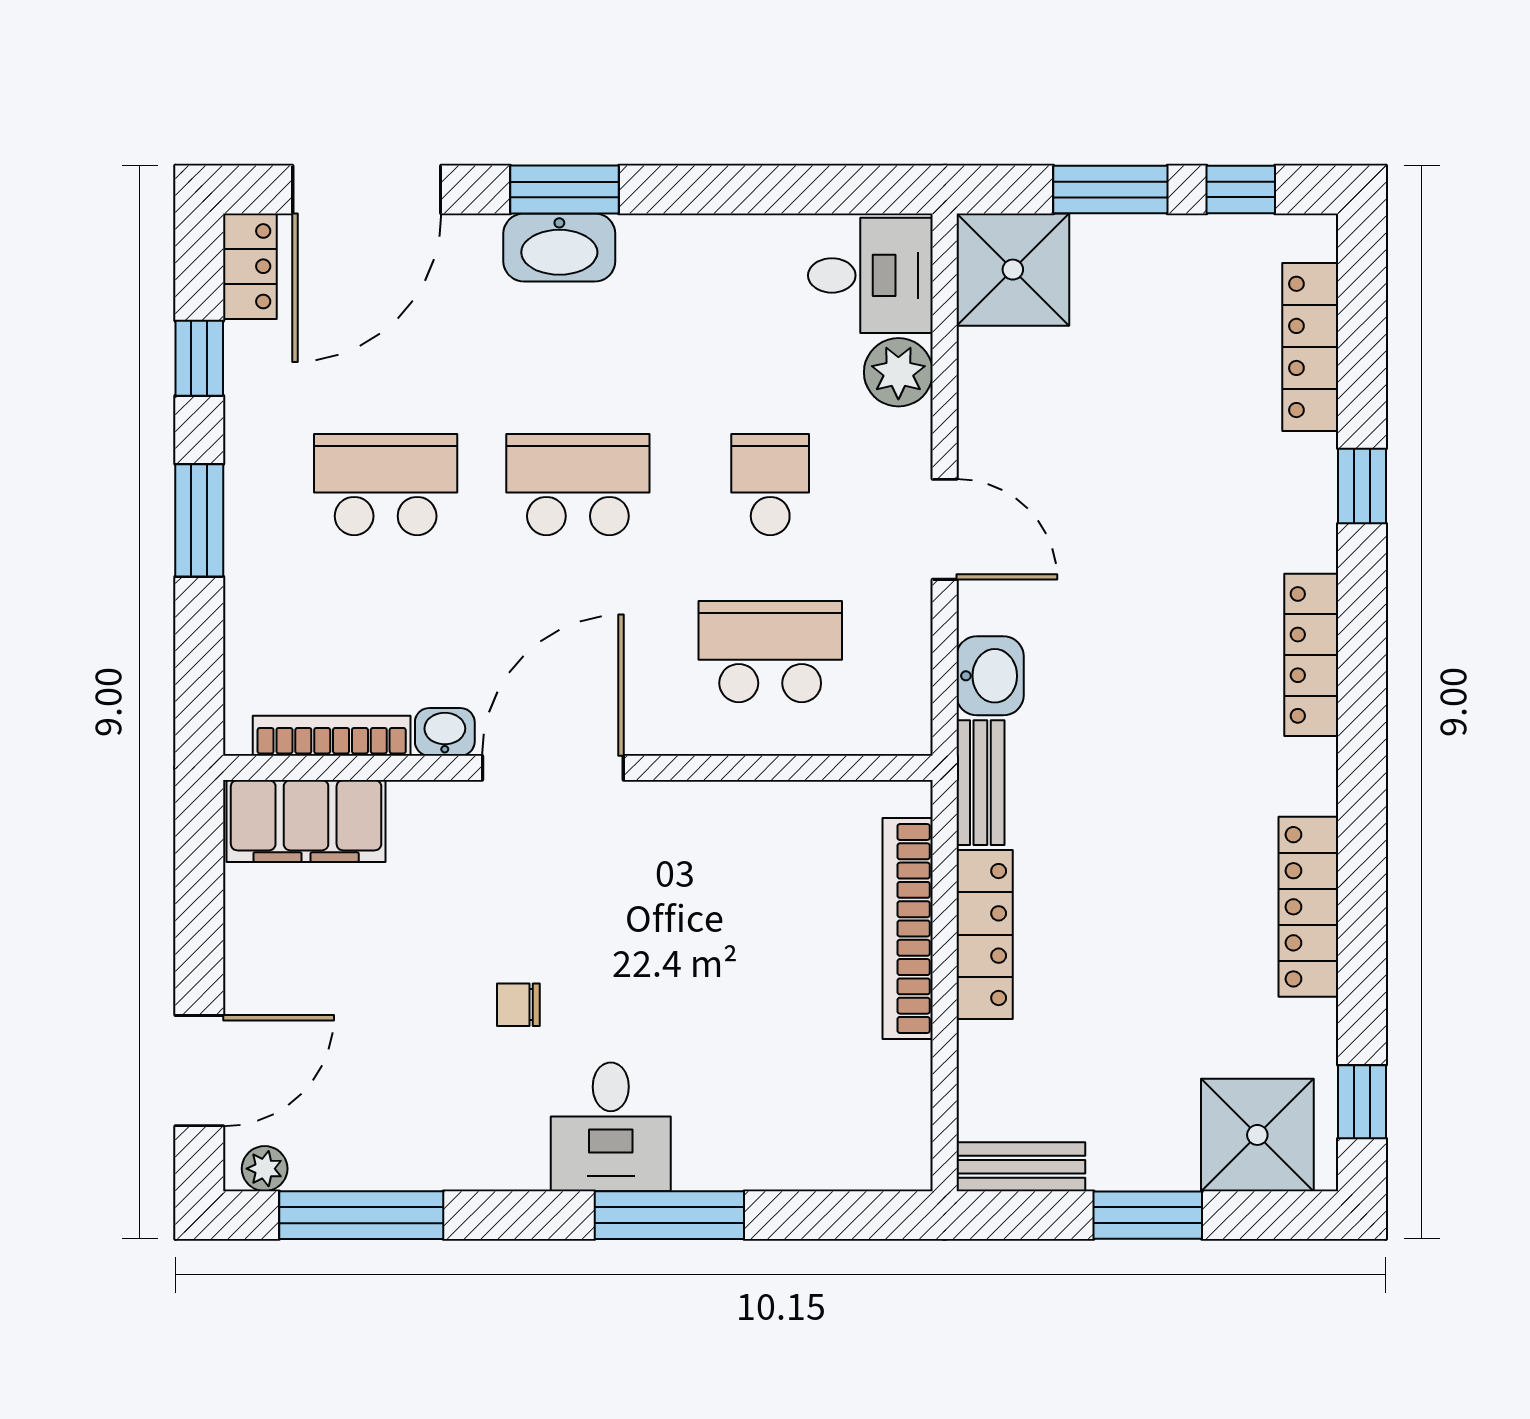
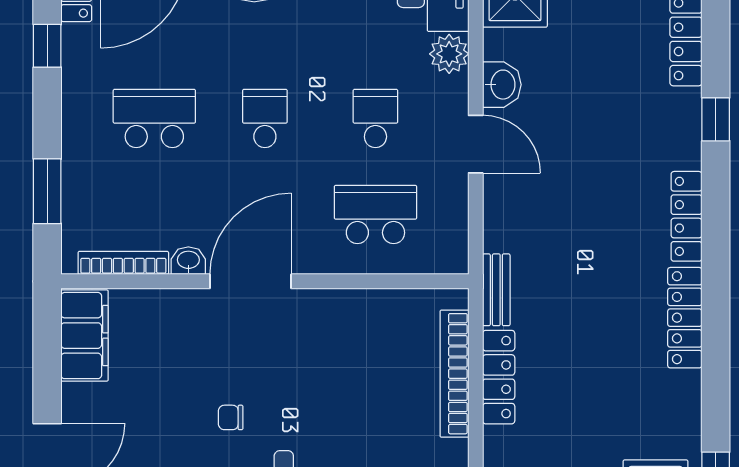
school desk: (578, 485) -> (265, 118), width x0.54
window: (199, 520) -> (47, 191), moved
washbasin: (990, 676) -> (502, 85), moved
filing cabinet: (306, 821) -> (85, 336), moved, turned -90
locker: (1308, 907) -> (685, 318), moved

